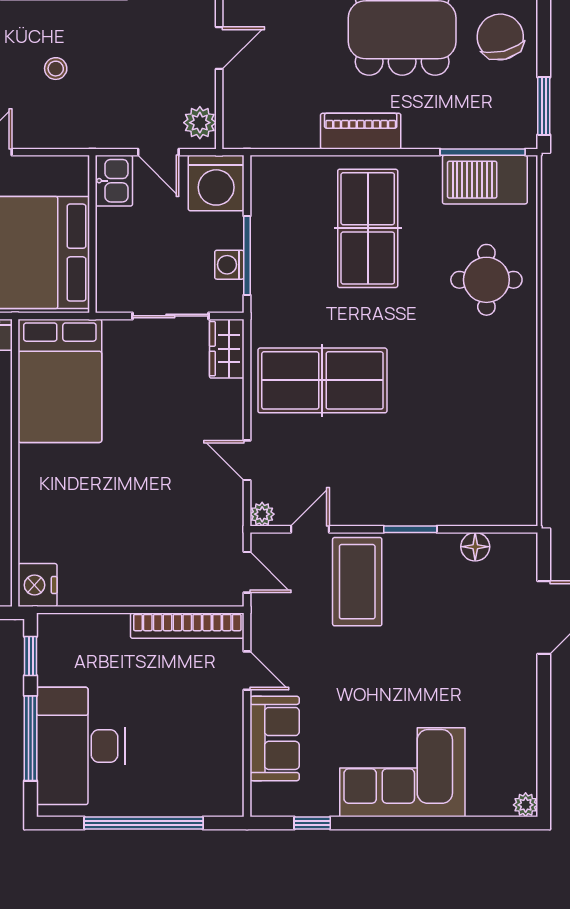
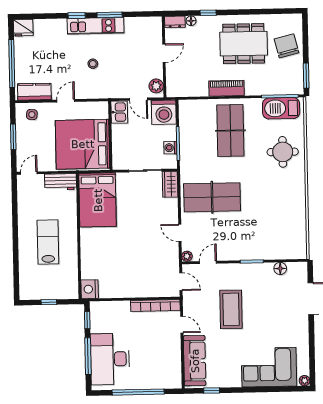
coffee table: (357, 582) -> (231, 309), moved
sofa: (275, 738) -> (195, 361), width x1.36
corner sofa: (402, 772) -> (269, 367), moved

